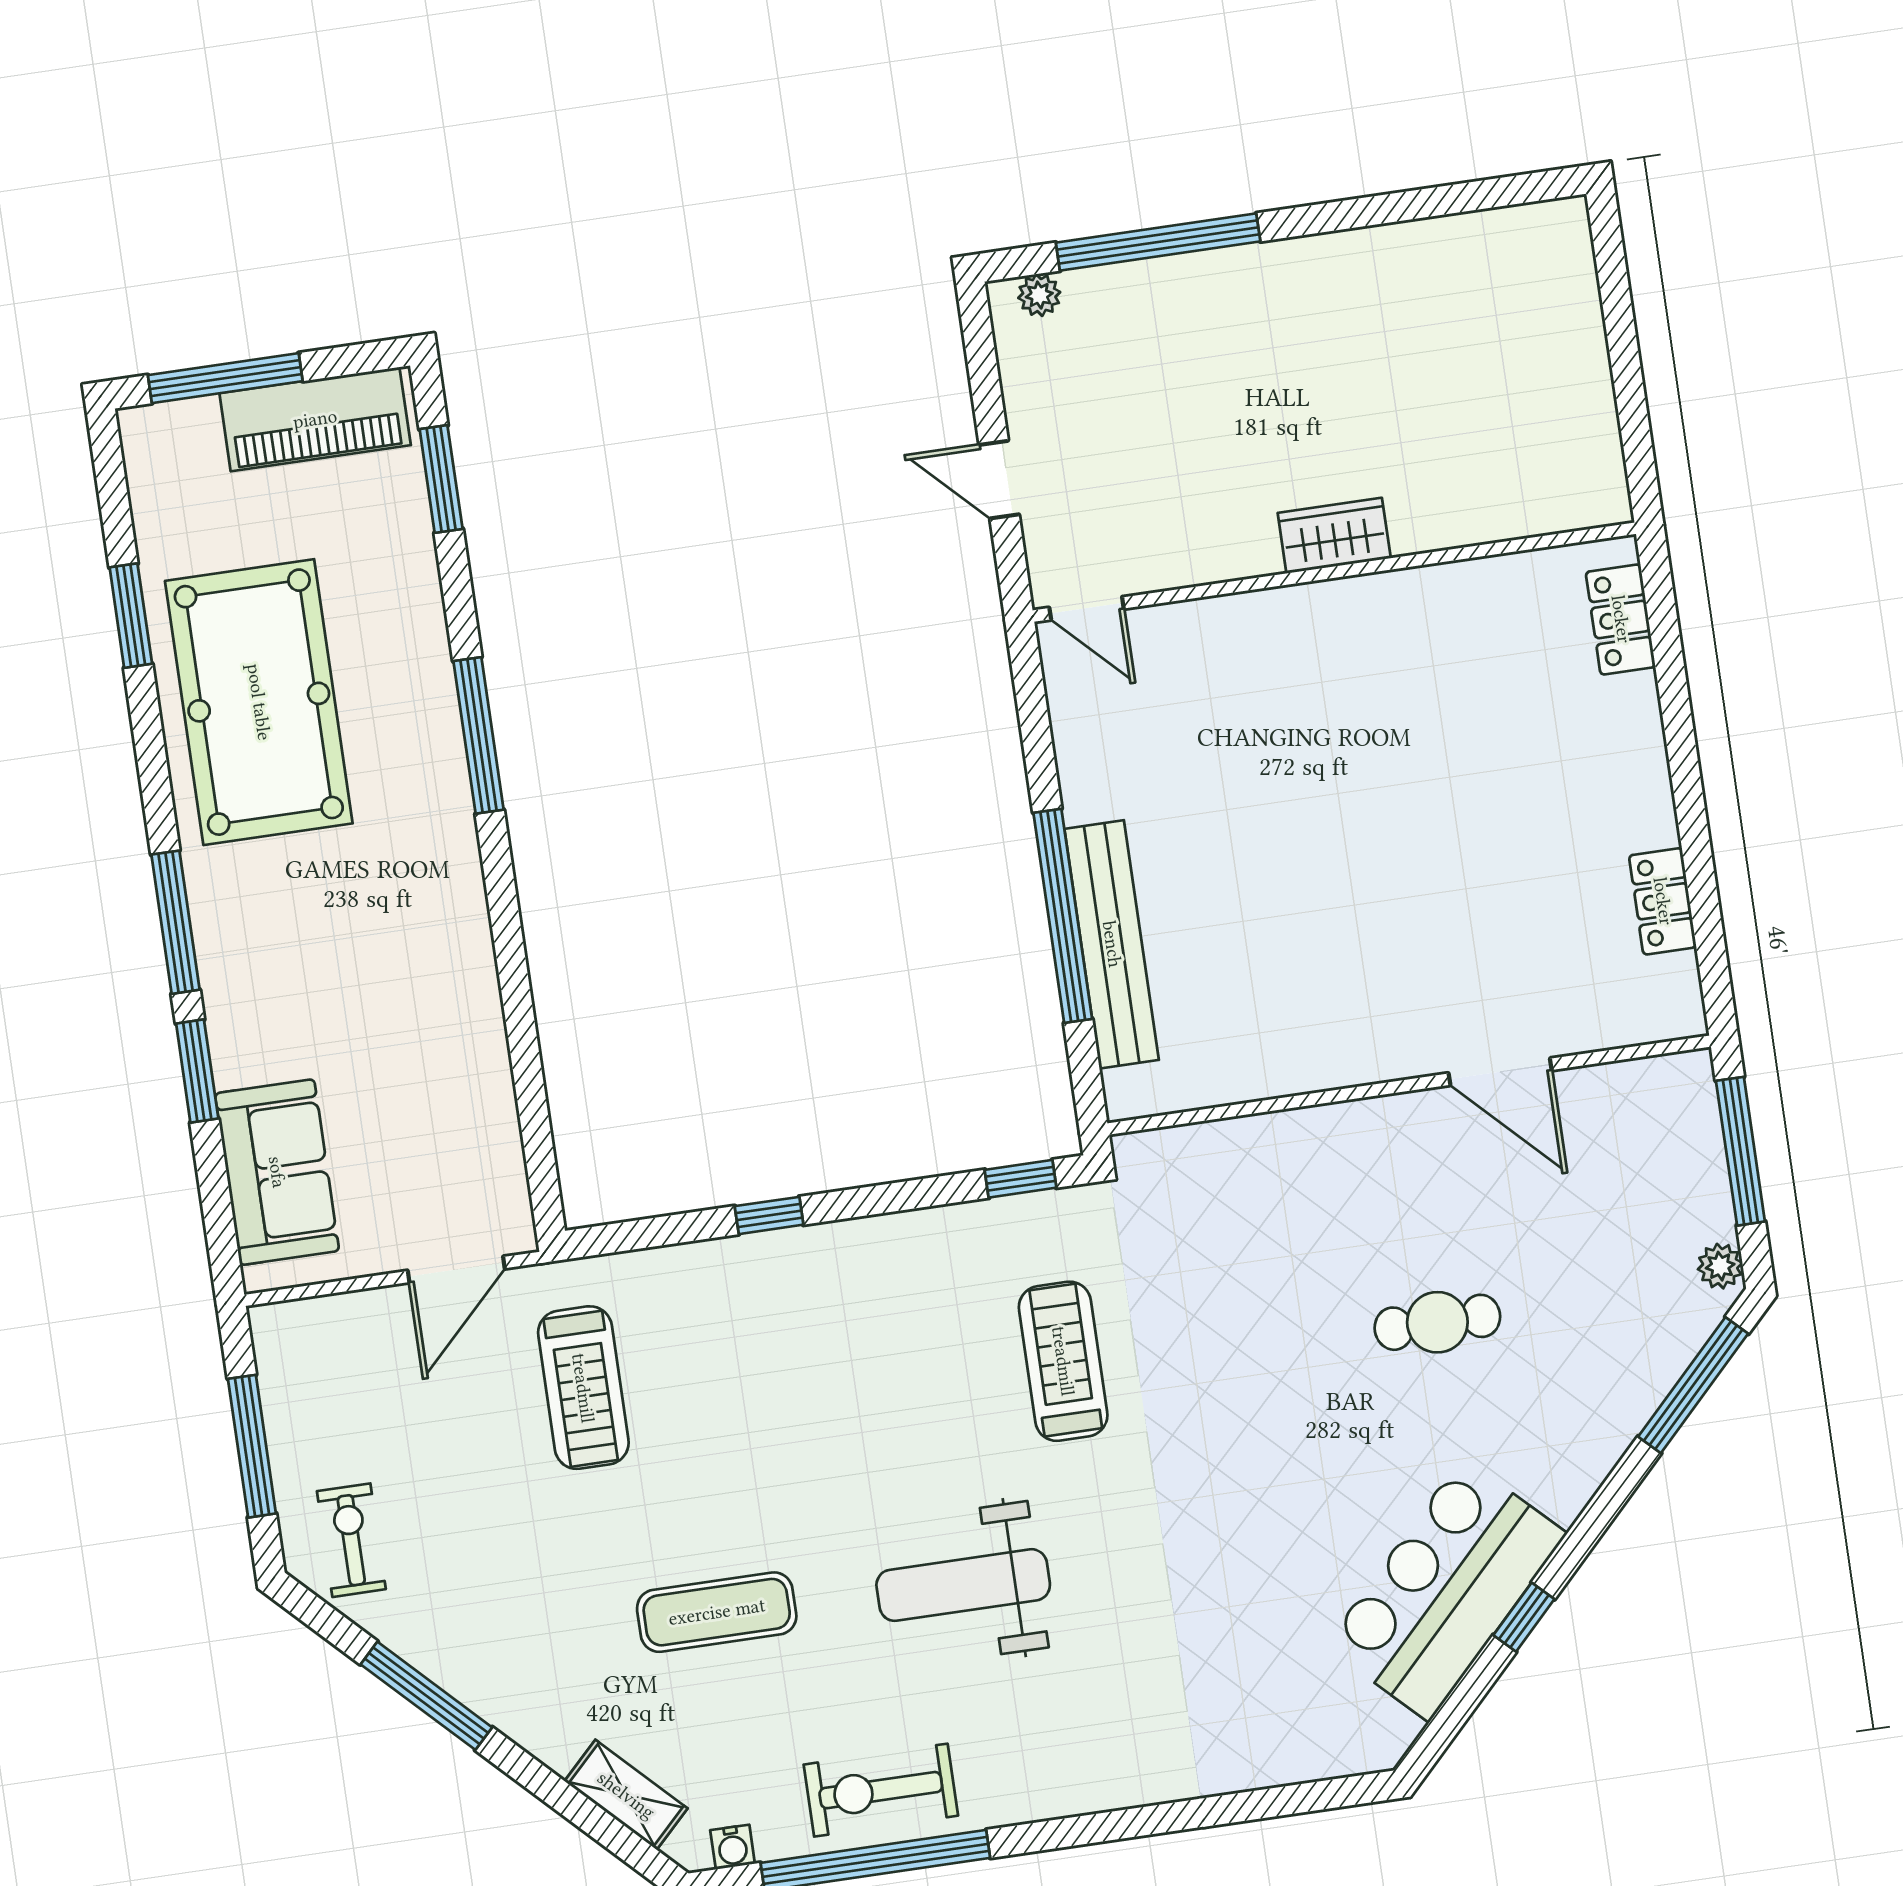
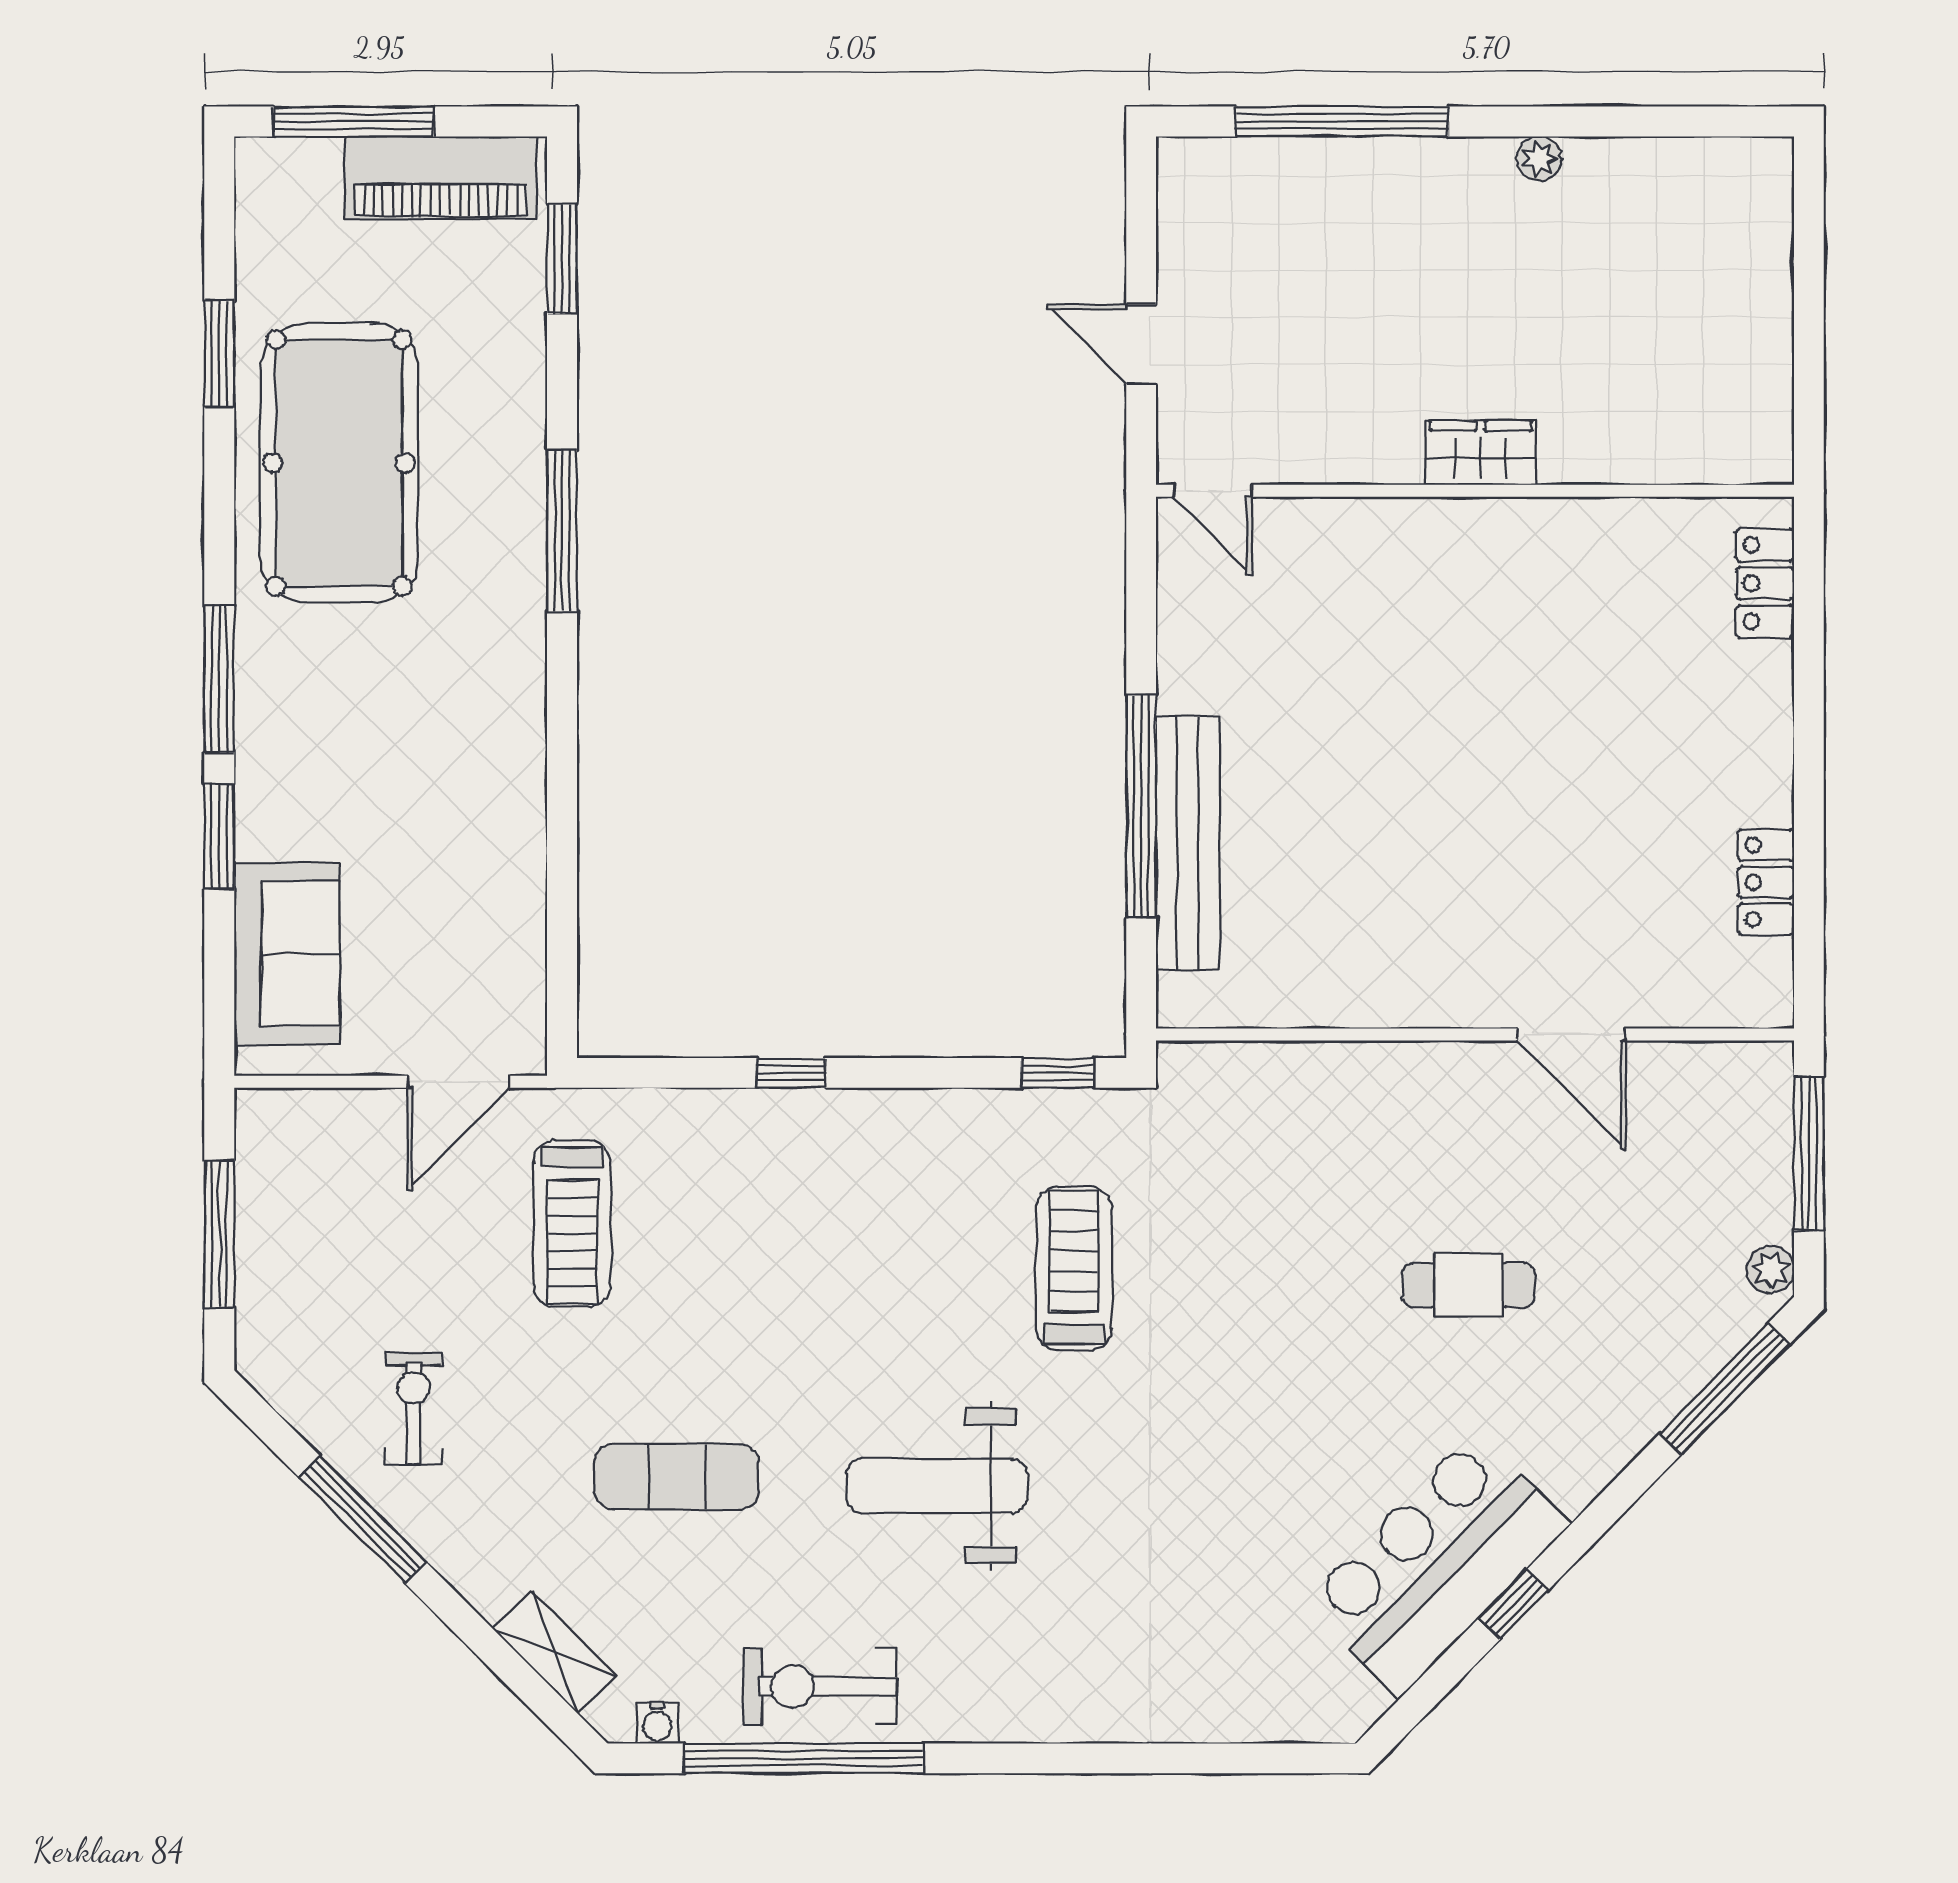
plant: (1039, 295) -> (1539, 159), moved
exercise bike: (351, 1540) -> (413, 1408), moved

